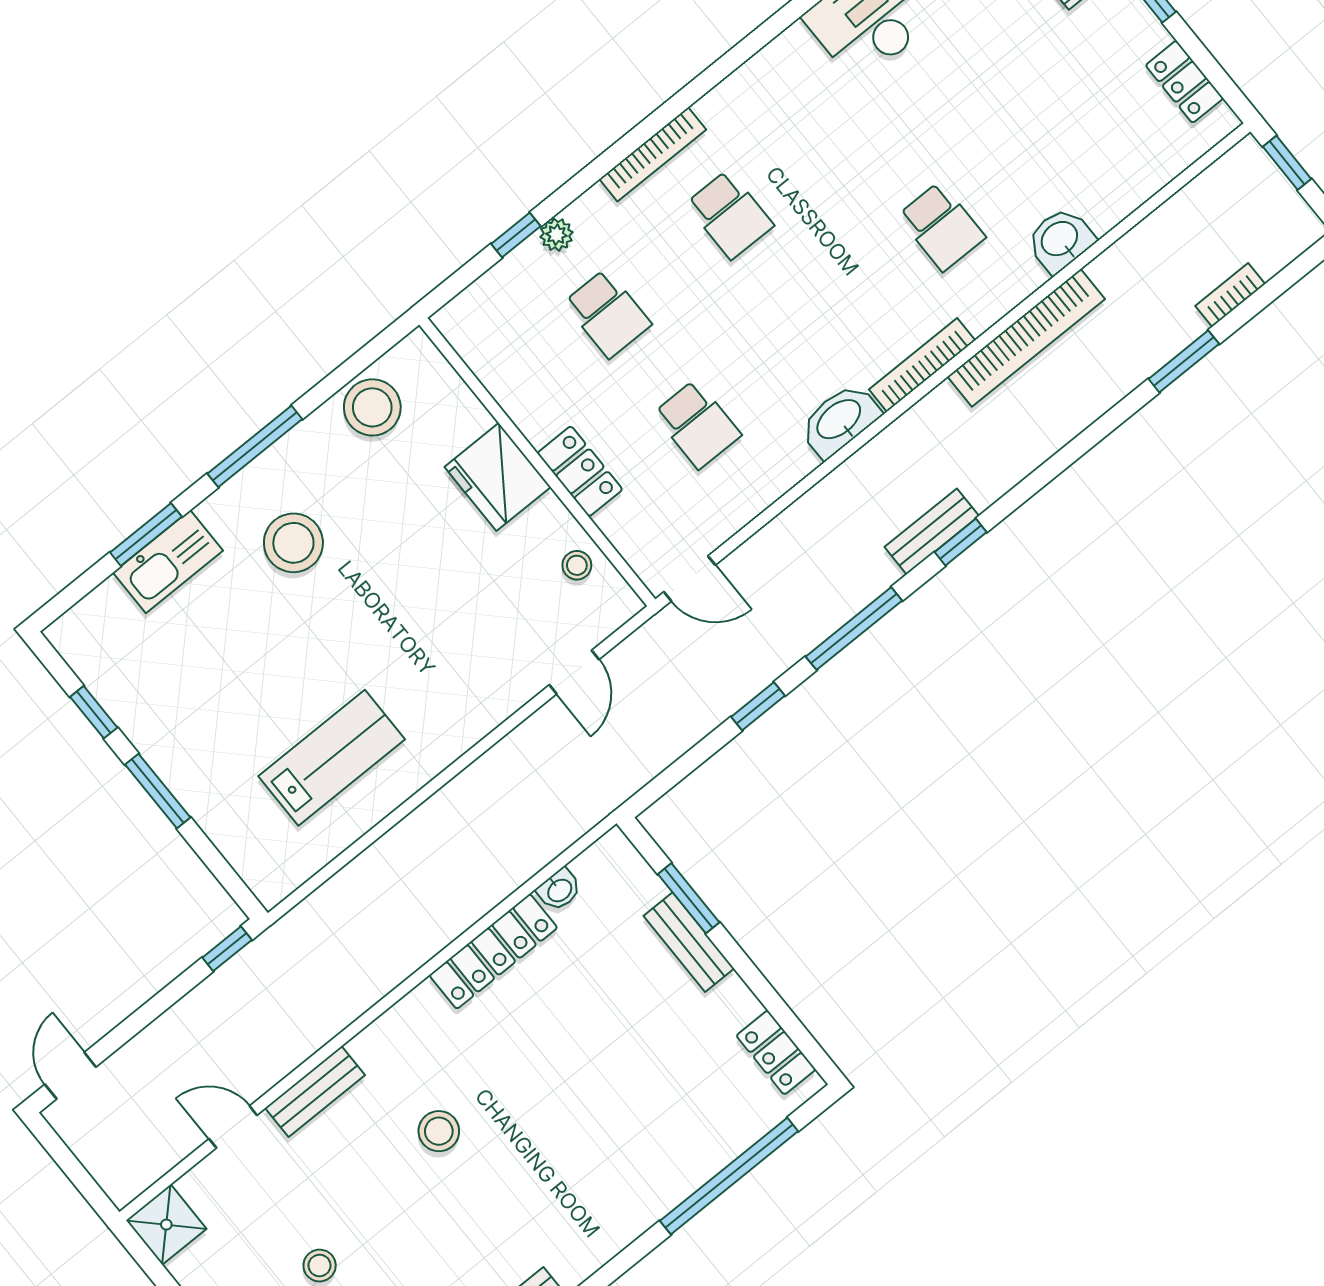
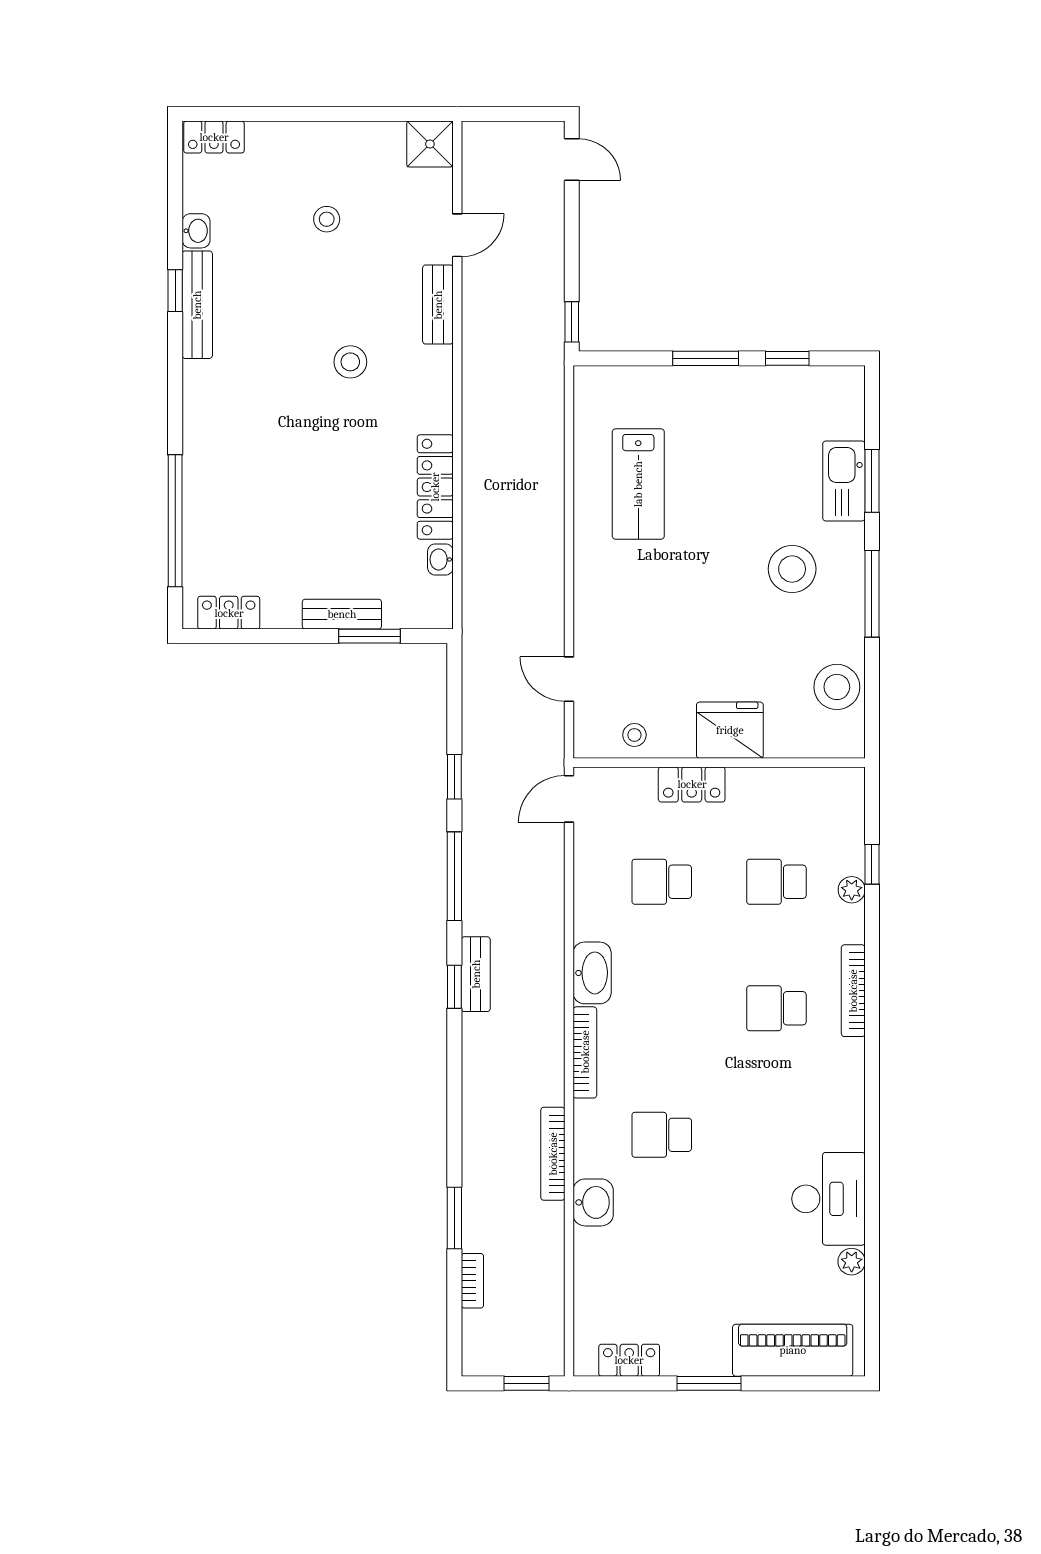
bookcase: (1026, 338) -> (553, 1154), width x0.68, depth x0.76

